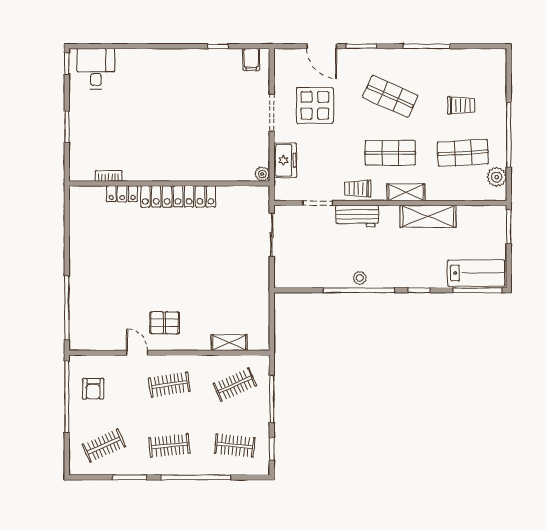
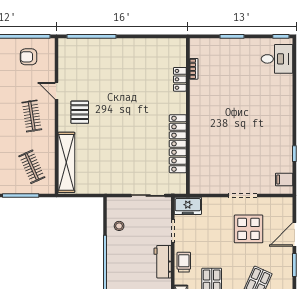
freezer: (285, 160) -> (188, 206), moved
plant: (262, 174) -> (195, 188), removed
locker: (178, 196) -> (178, 144), moved
stool: (360, 278) -> (119, 226), moved
shelving: (229, 343) -> (66, 162), width x2.20, depth x1.33
door: (137, 353) -> (57, 91), swing flipped

